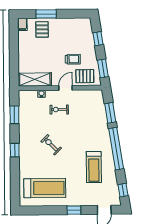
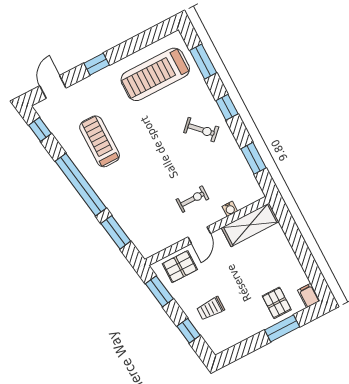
trolley: (73, 59) -> (211, 308), moved
exercise bike: (51, 145) -> (201, 130), moved
window: (15, 182) -> (203, 62), added

